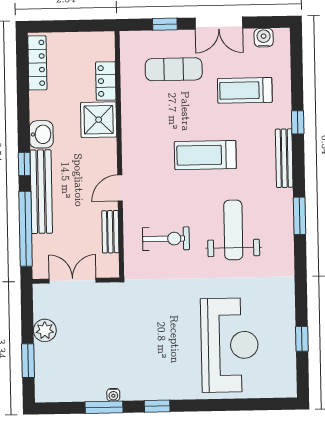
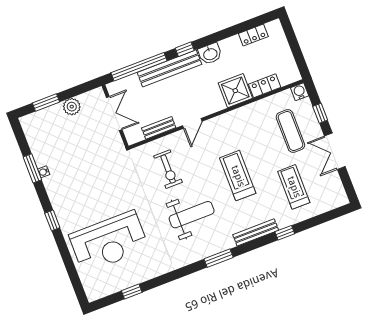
water cooler: (264, 38) -> (300, 92), moved, turned -90
locker: (37, 63) -> (253, 35), width x0.66
door: (120, 188) -> (192, 123), swing flipped
window: (157, 406) -> (52, 220), moved

